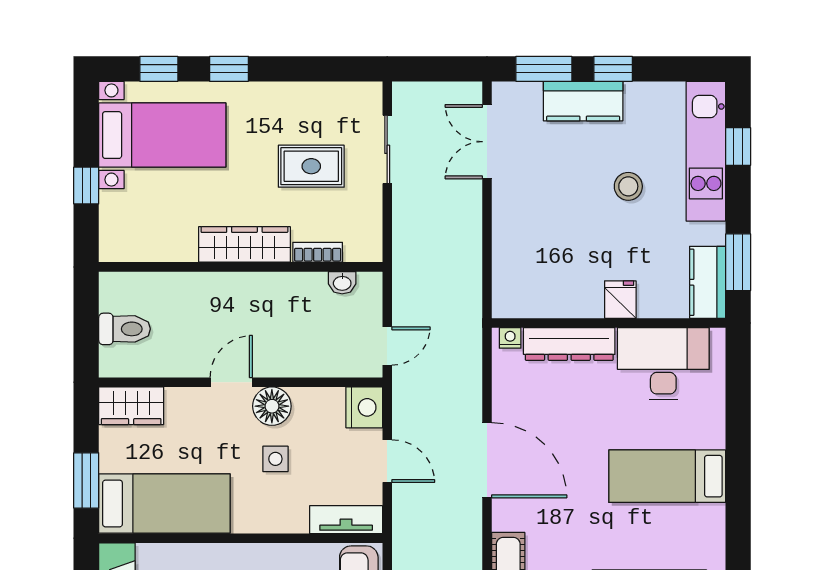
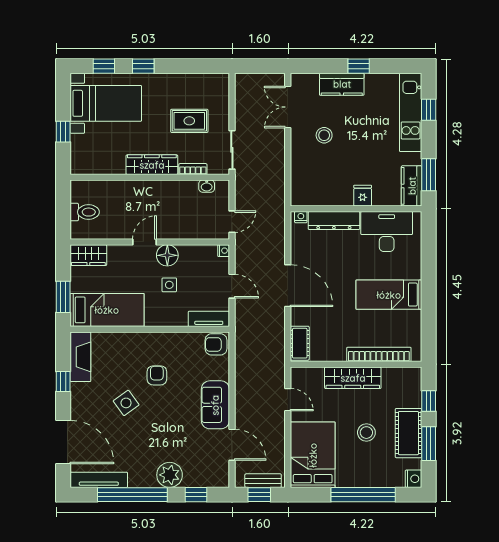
window: (544, 69) -> (320, 66), removed
sliding door: (387, 149) -> (232, 150), moved
stool: (628, 186) -> (324, 135), moved
nightstand: (364, 407) -> (224, 251), width x0.53, depth x0.56

